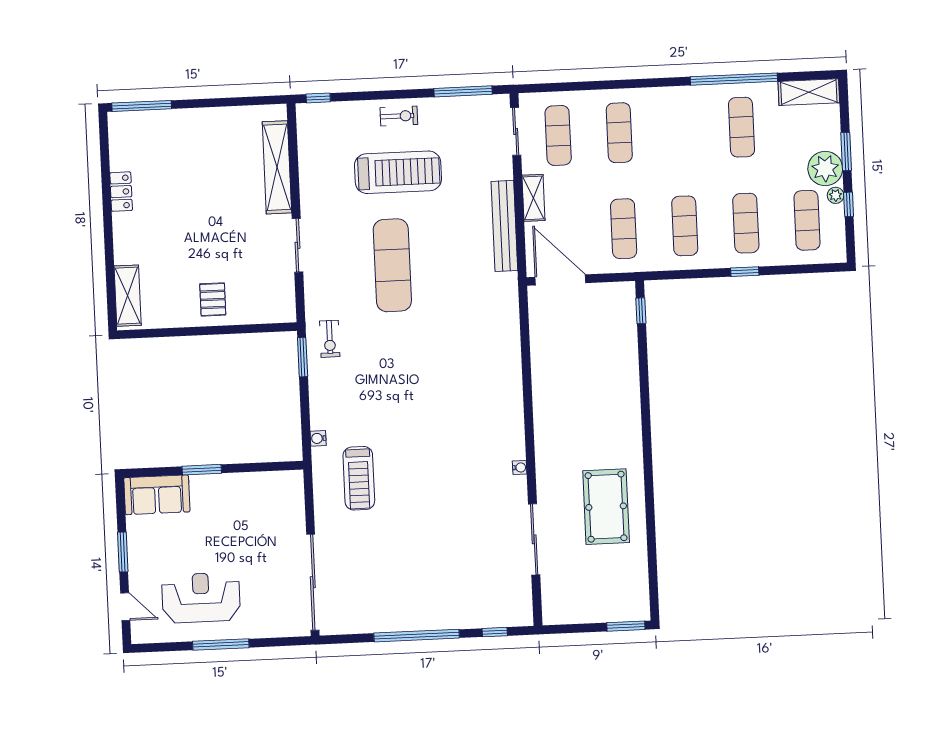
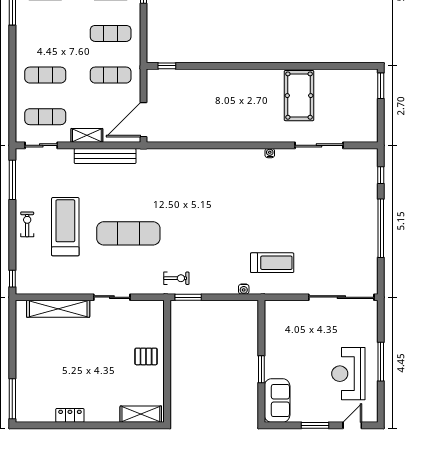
pool table: (606, 507) -> (299, 96), turned 90

